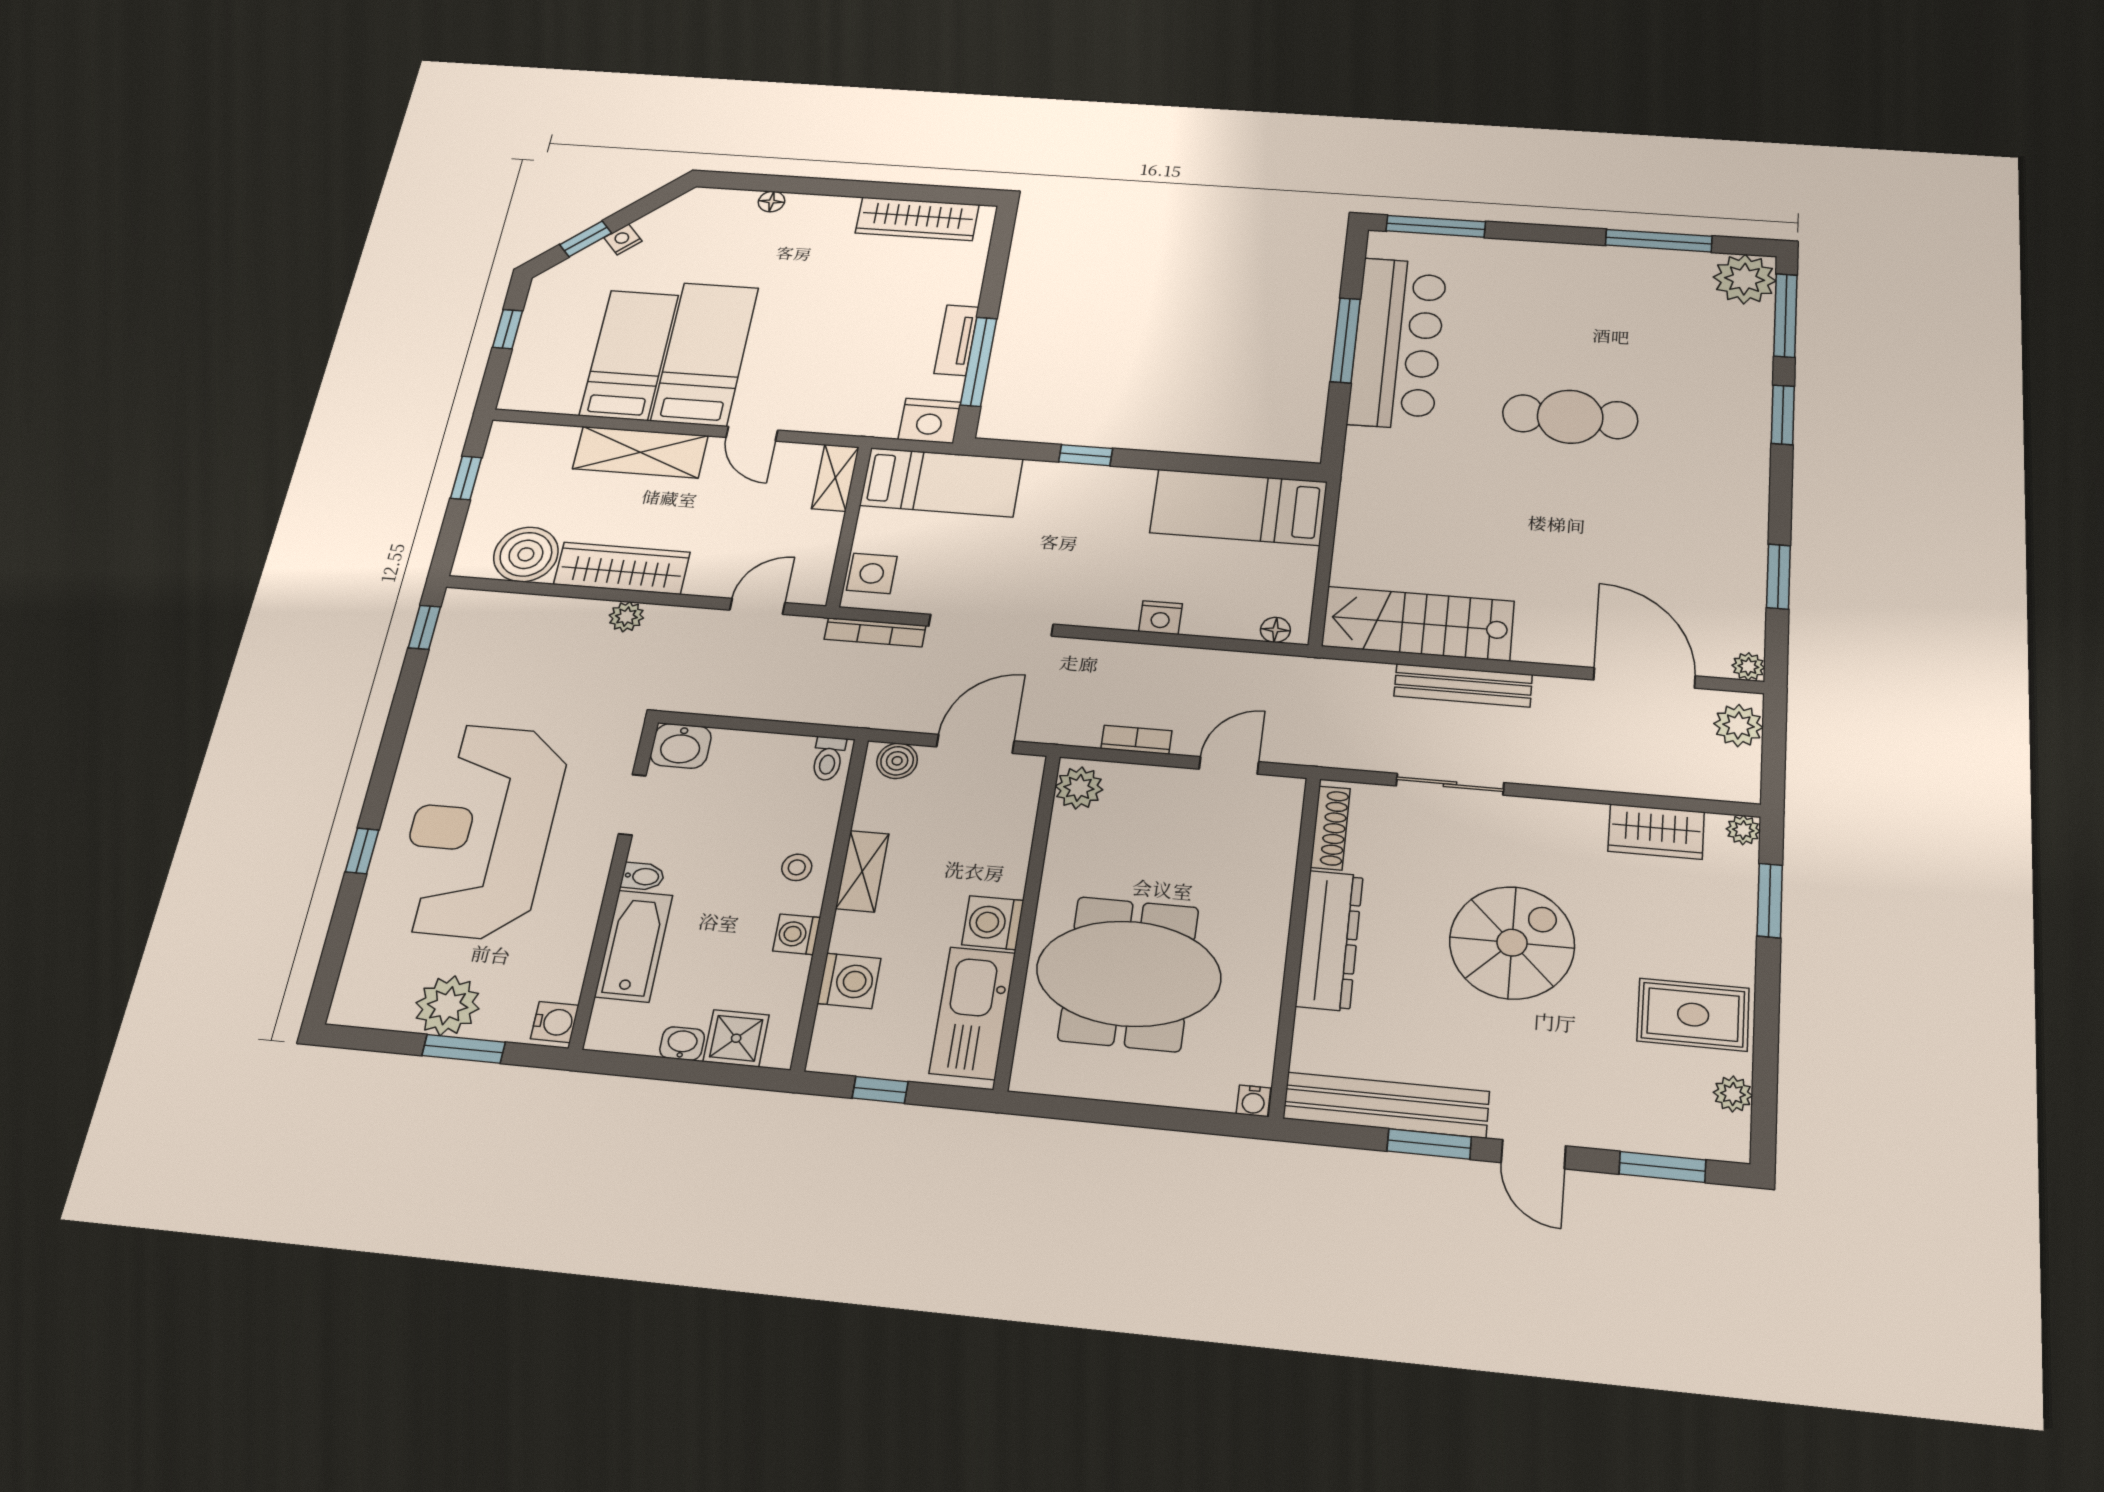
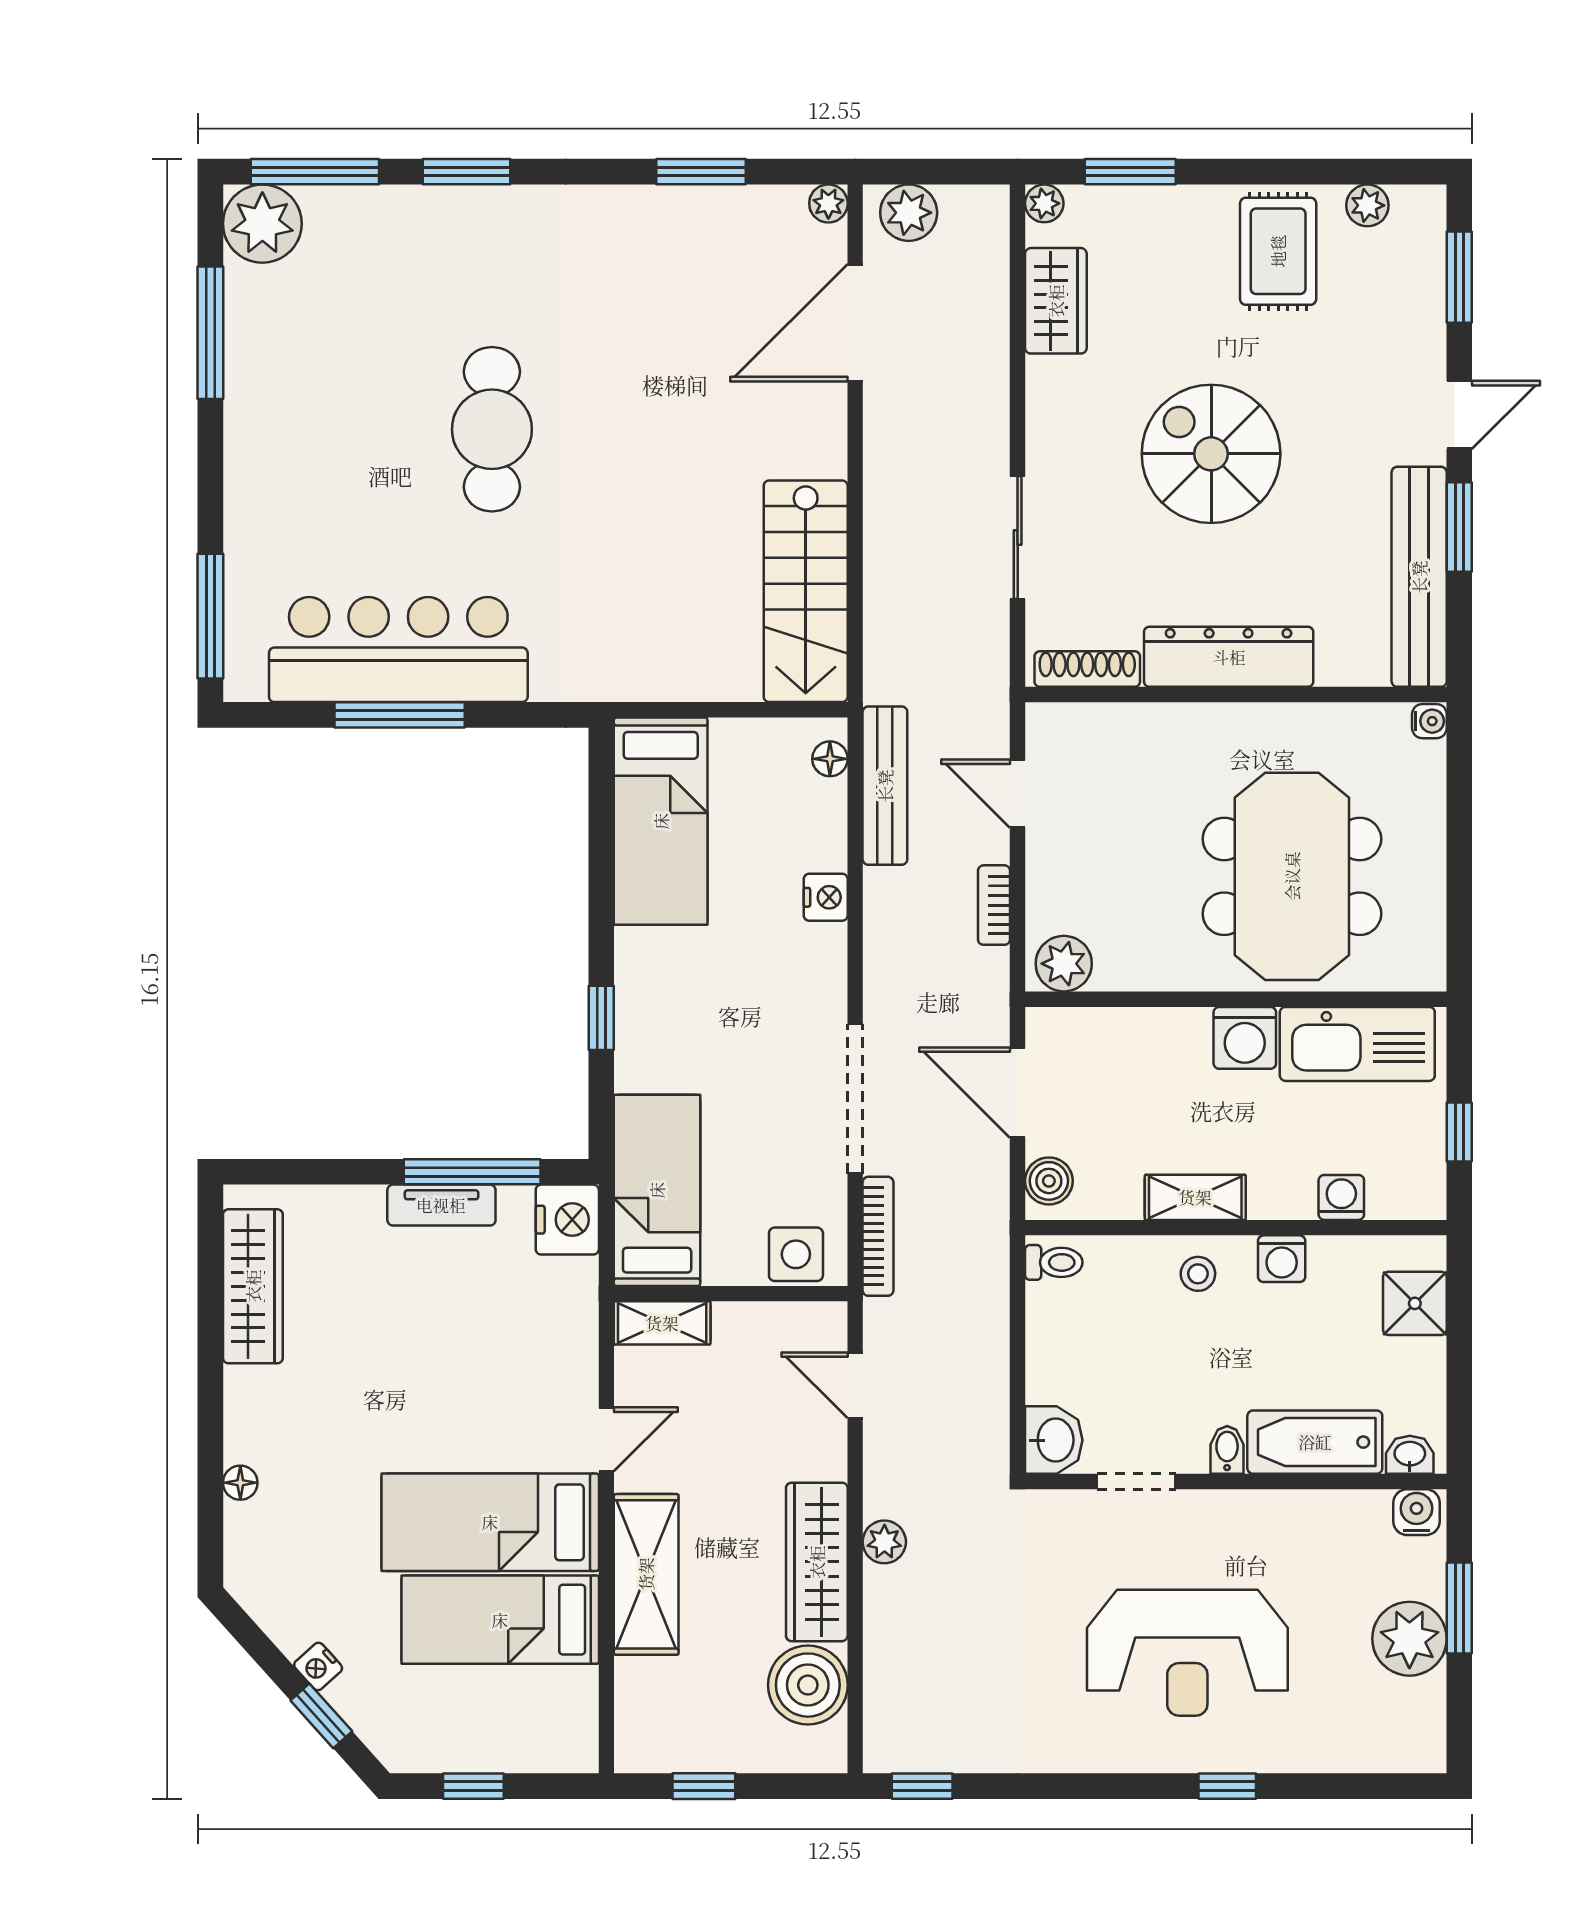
bench: (1463, 685) -> (885, 786), moved
reception desk: (480, 831) -> (1187, 1653), width x0.74, depth x0.77
washing machine: (849, 981) -> (1341, 1197), width x0.73, depth x0.73
washbasin: (682, 1044) -> (1410, 1455), moved, turned 90

